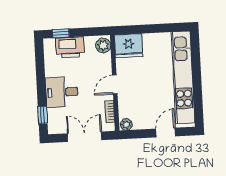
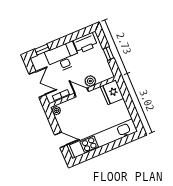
window: (61, 33) -> (108, 53), moved
plant: (103, 45) -> (90, 81), moved
printer: (70, 47) -> (85, 43), moved, turned -90
desk: (62, 92) -> (63, 57), width x1.37

